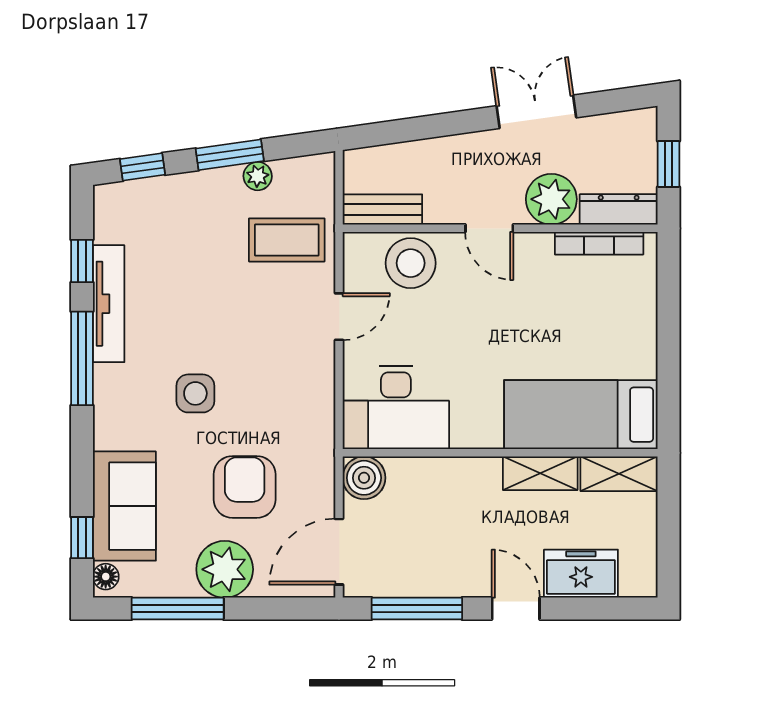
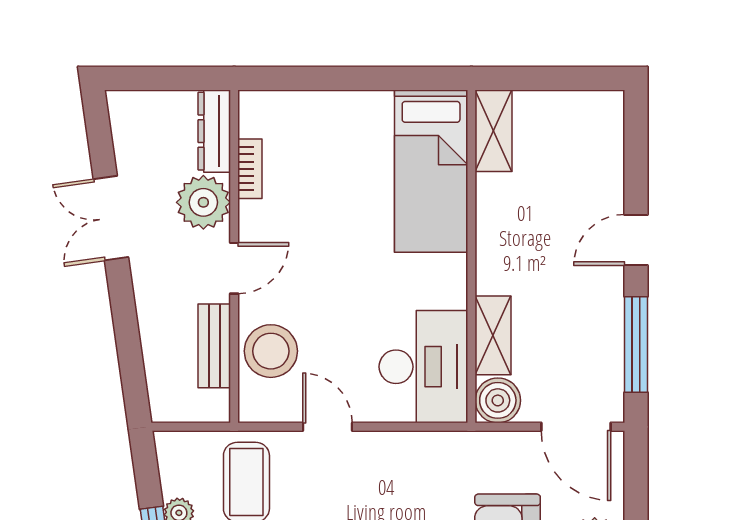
window: (669, 164) -> (166, 78), removed
bench: (382, 210) -> (214, 346), moved
bookcase: (599, 243) -> (250, 169), width x0.64
shelving: (540, 473) -> (493, 335), moved
freezer: (581, 574) -> (599, 171), removed

